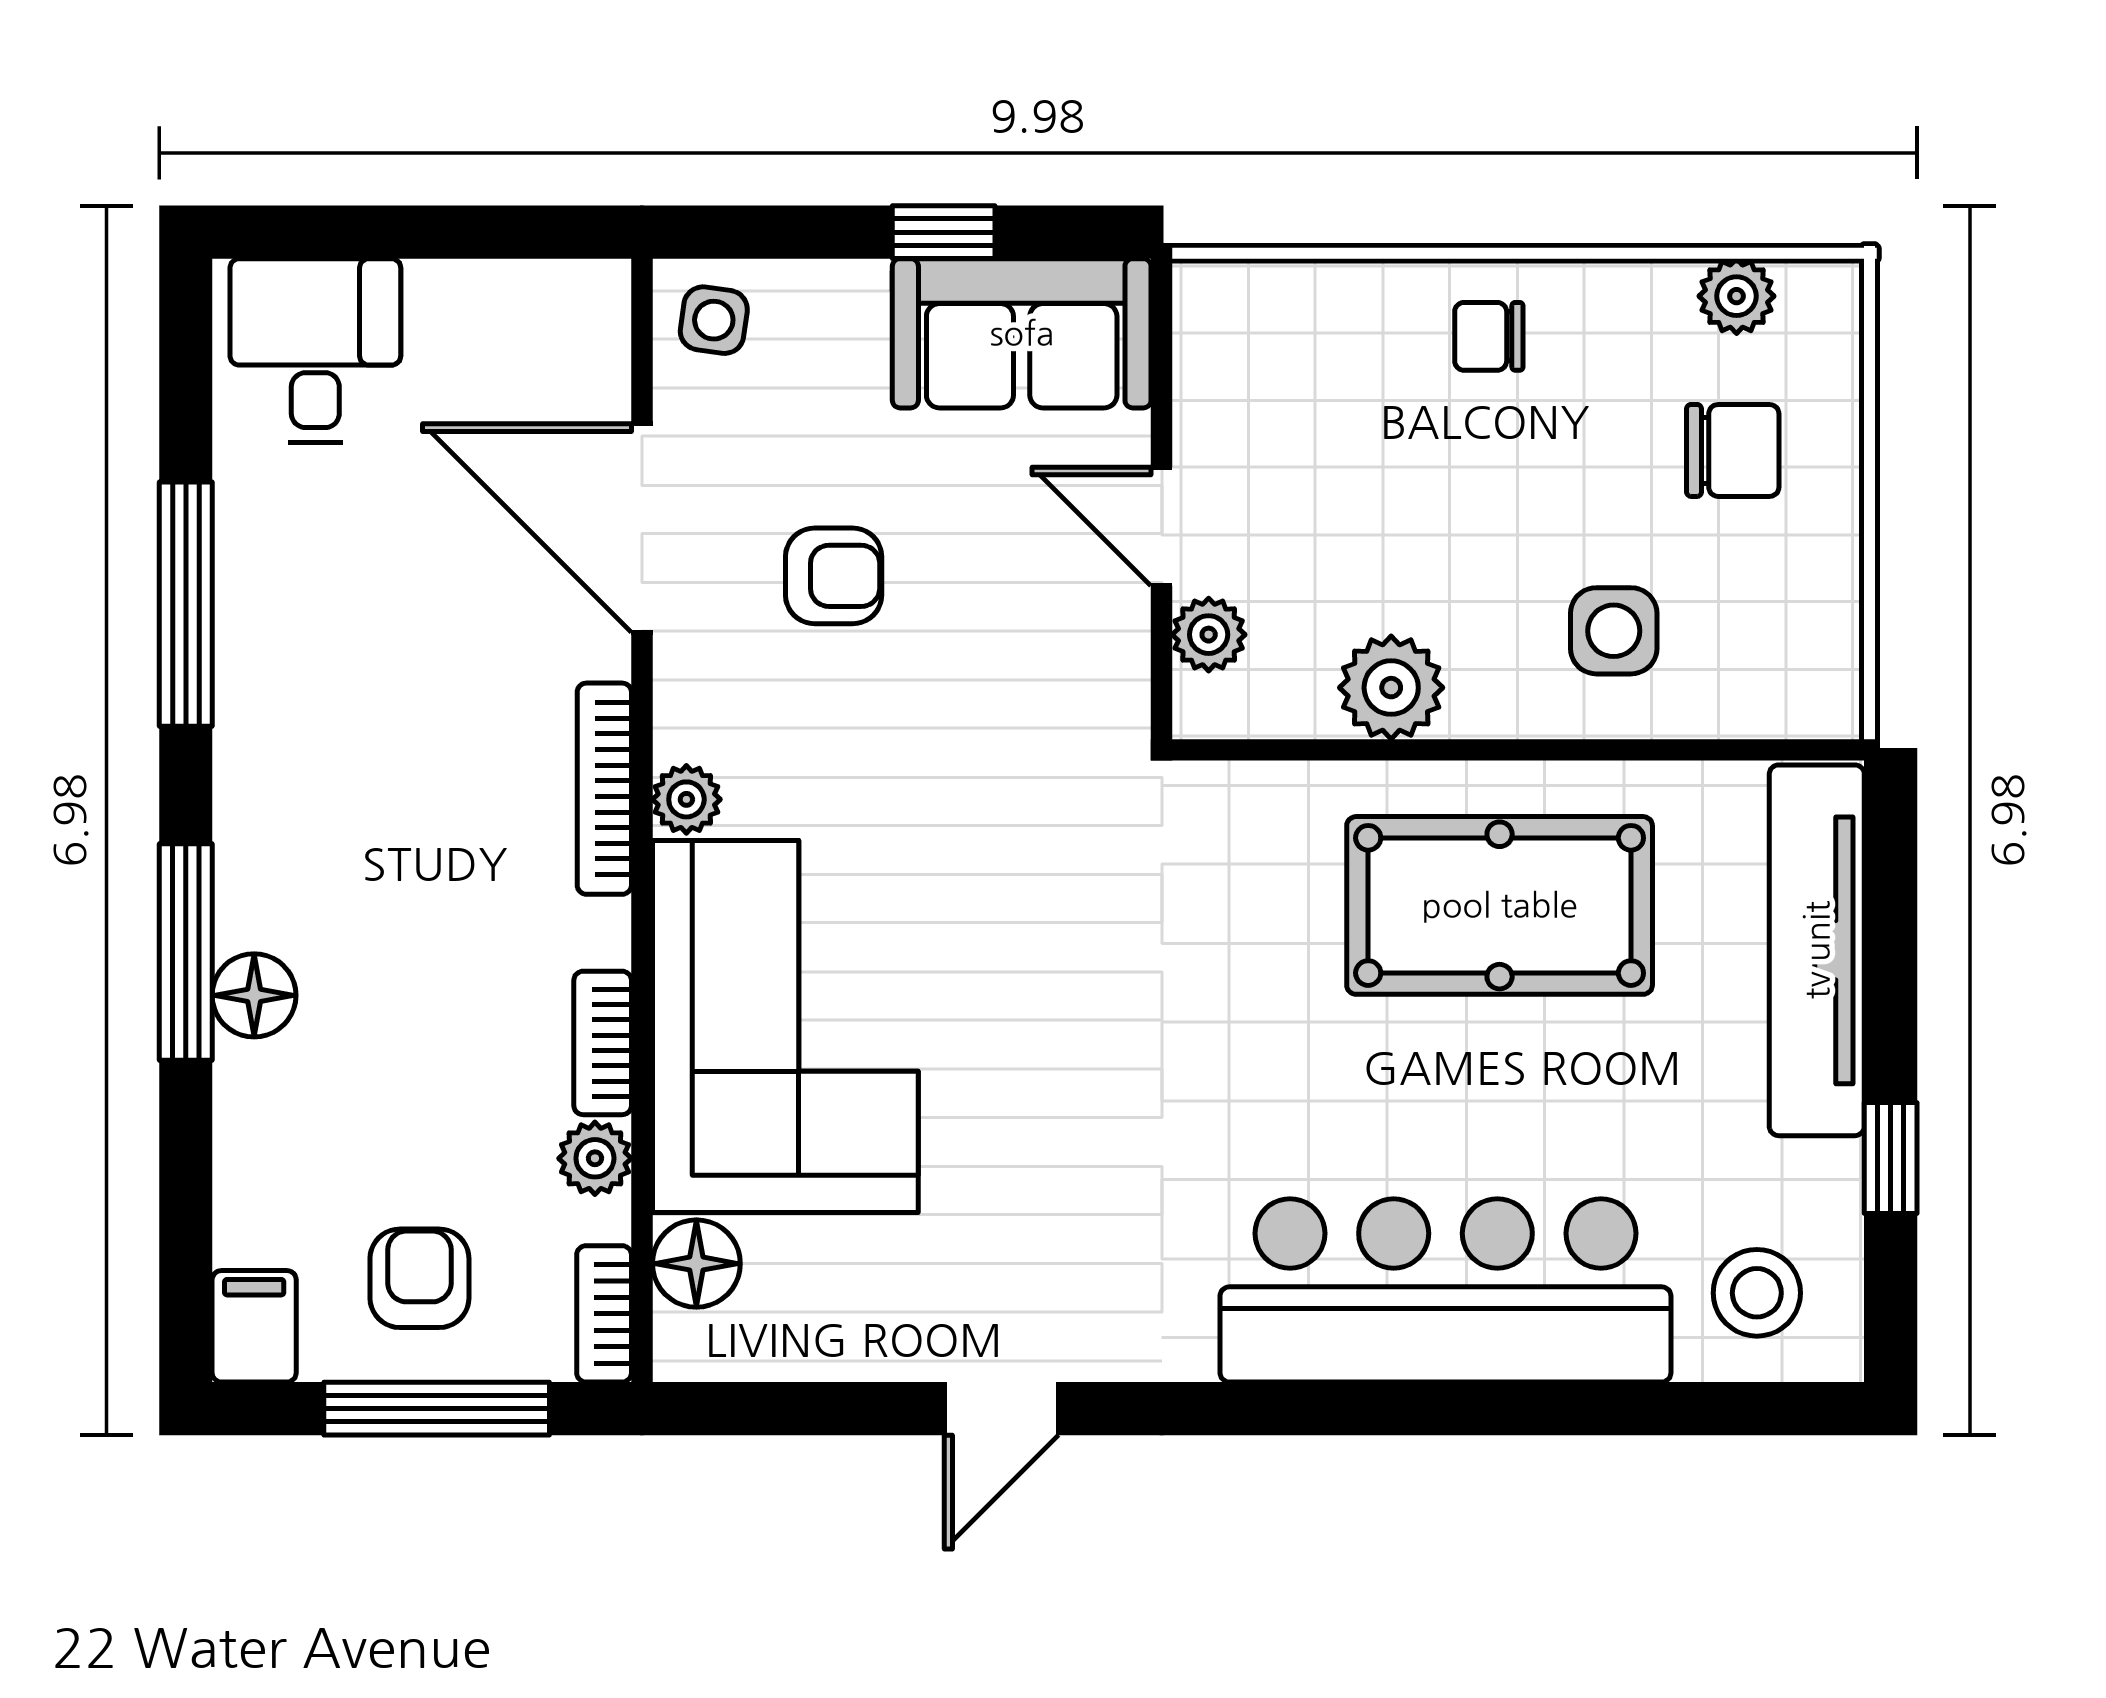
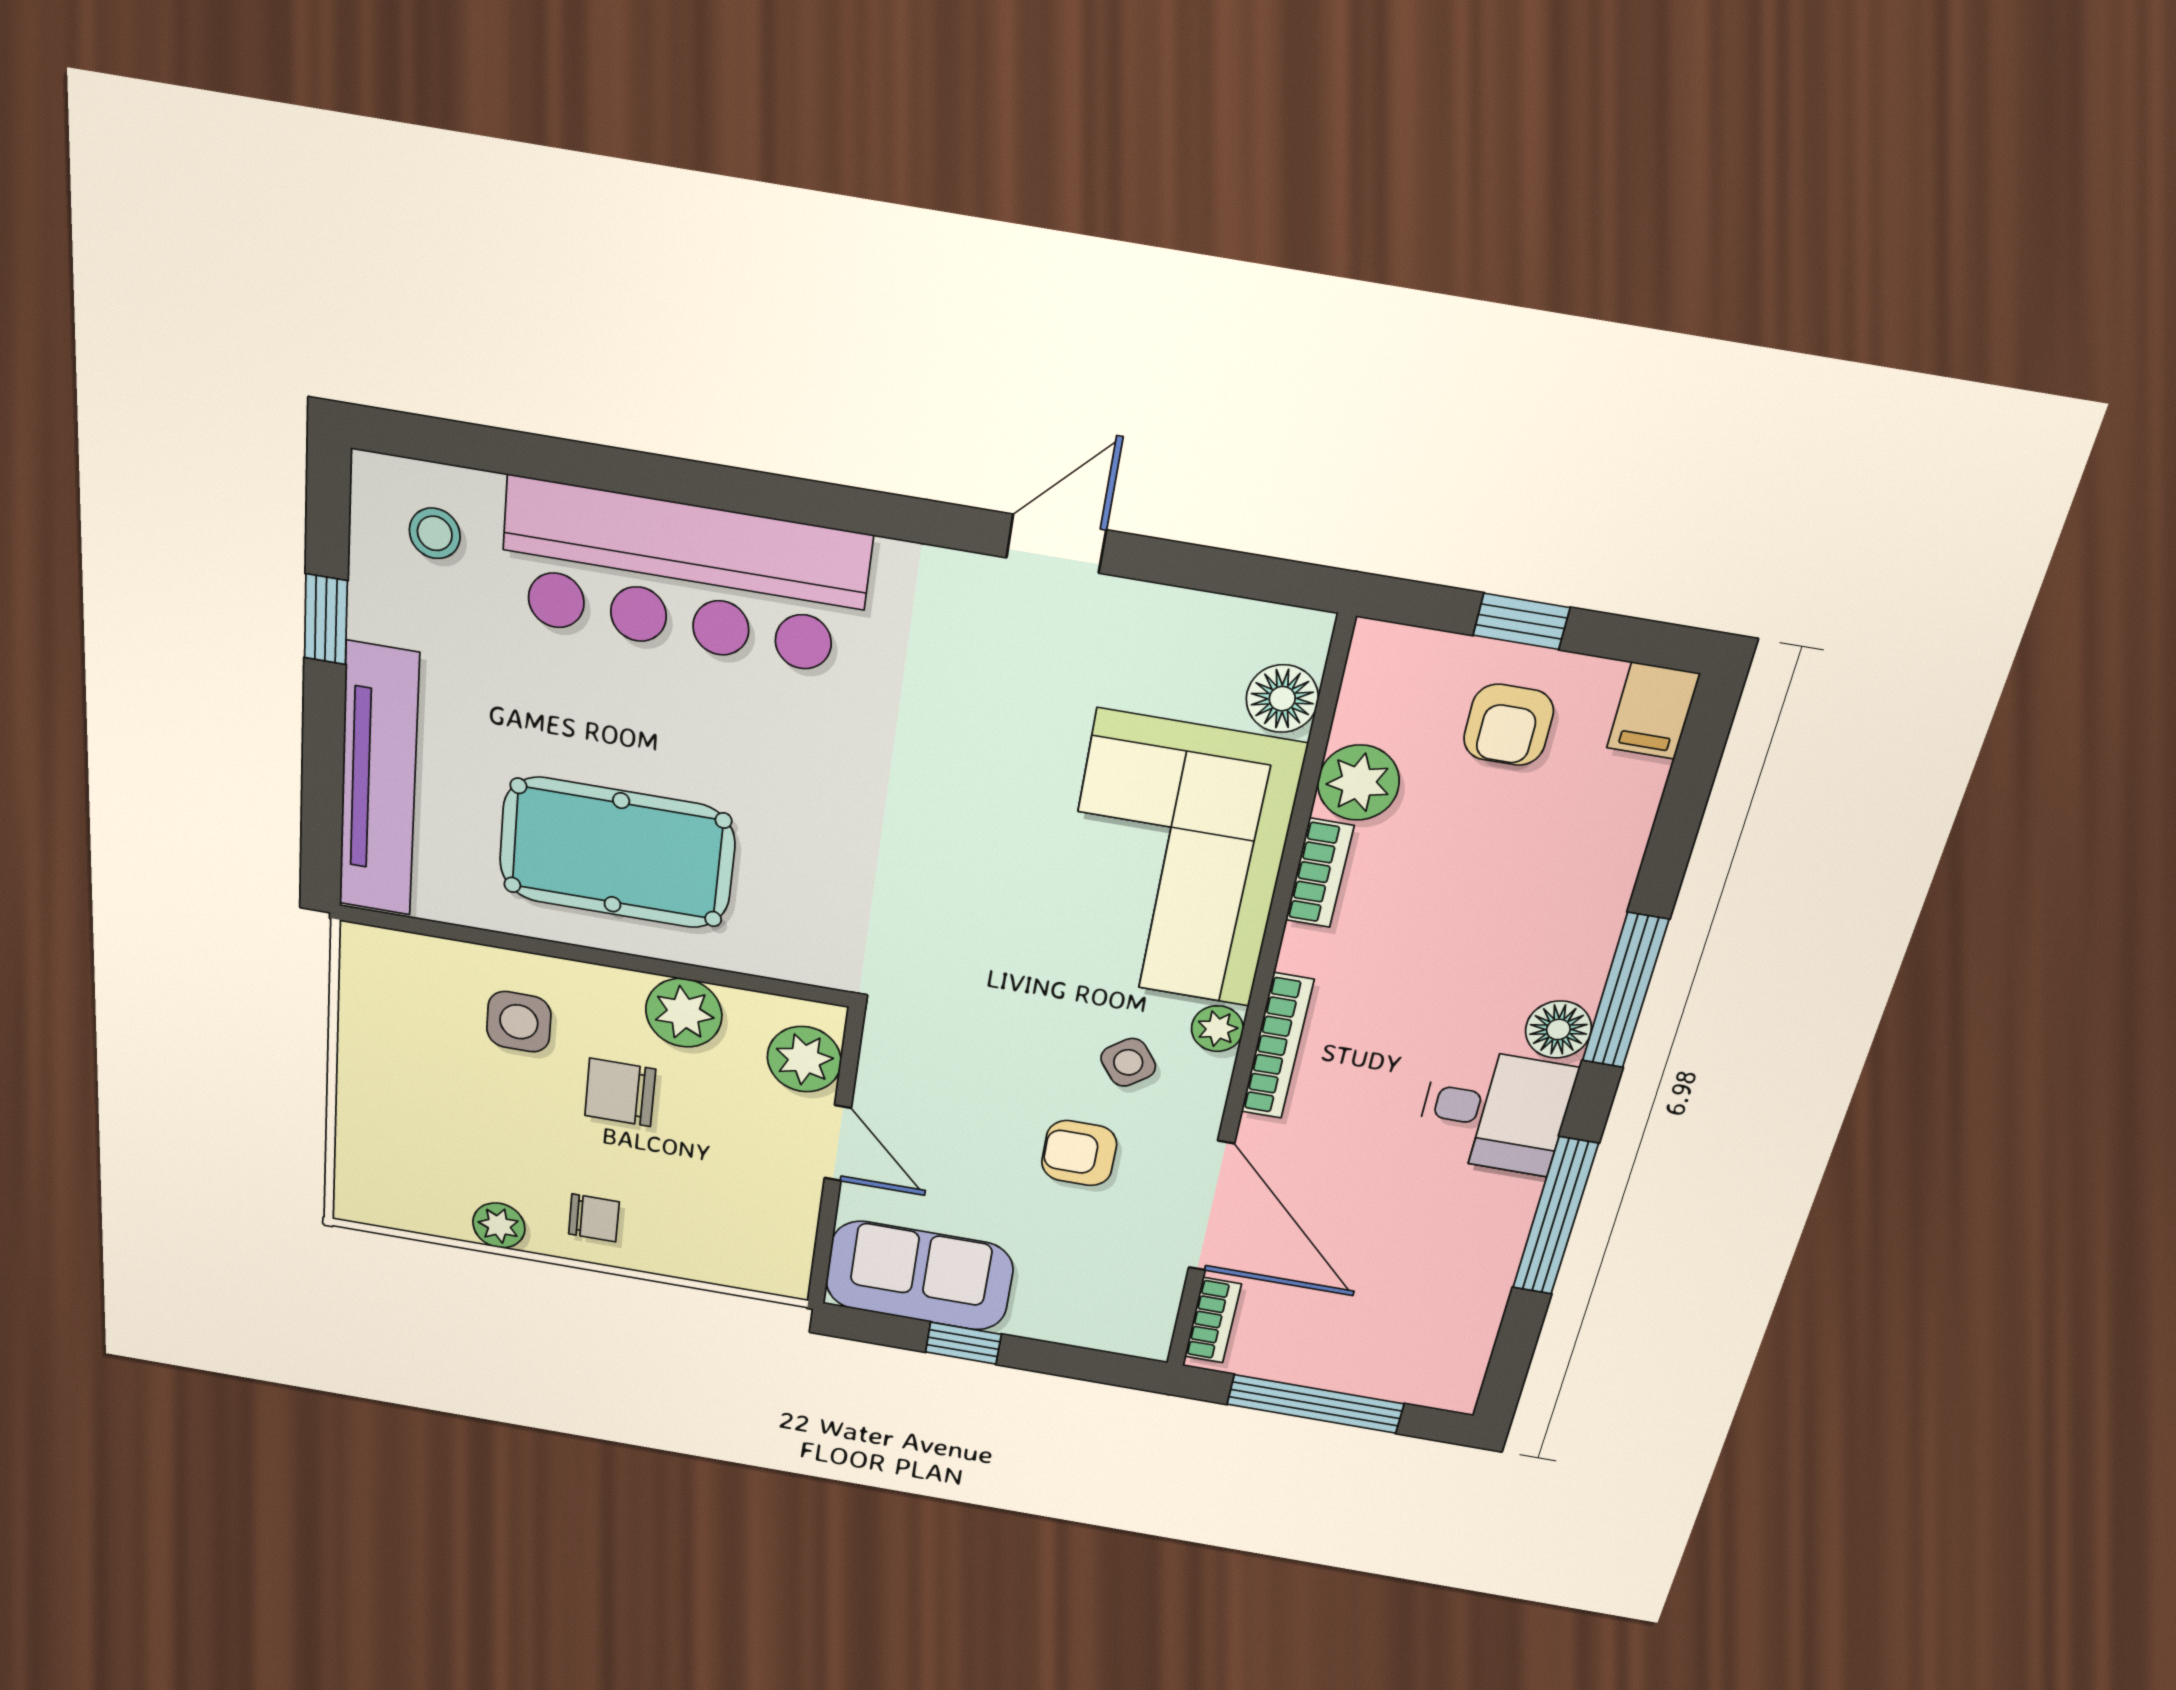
window: (434, 232) -> (1315, 1404), added
plant: (1737, 296) -> (499, 1225), moved
side table: (714, 320) -> (1128, 1062), moved, turned 45
desk: (315, 350) -> (1495, 1111), moved, turned -90
chair: (1733, 450) -> (620, 1092), moved
plant: (1209, 635) -> (804, 1059), width x1.38, depth x1.38
floor lamp: (254, 995) -> (1558, 1029), moved
plant: (595, 1158) -> (1358, 783), width x1.38, depth x1.38
stool: (1757, 1293) -> (435, 533), width x0.73, depth x0.73
bookcase: (604, 1314) -> (1213, 1320), moved
window: (437, 1409) -> (1521, 621), width x0.46

